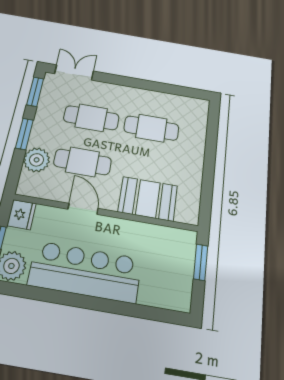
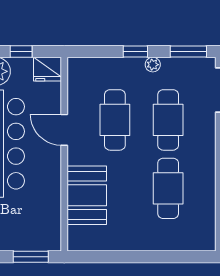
window: (24, 134) -> (135, 51), width x0.67
plant: (37, 160) -> (153, 65), moved, width x0.53, depth x0.53
door: (83, 209) -> (64, 130), swing flipped

